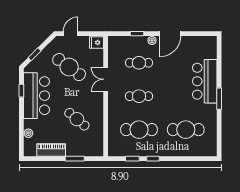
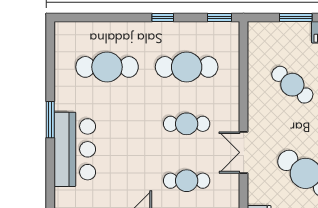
double door: (106, 79) -> (244, 152), swing flipped
window: (132, 159) -> (220, 17), moved

